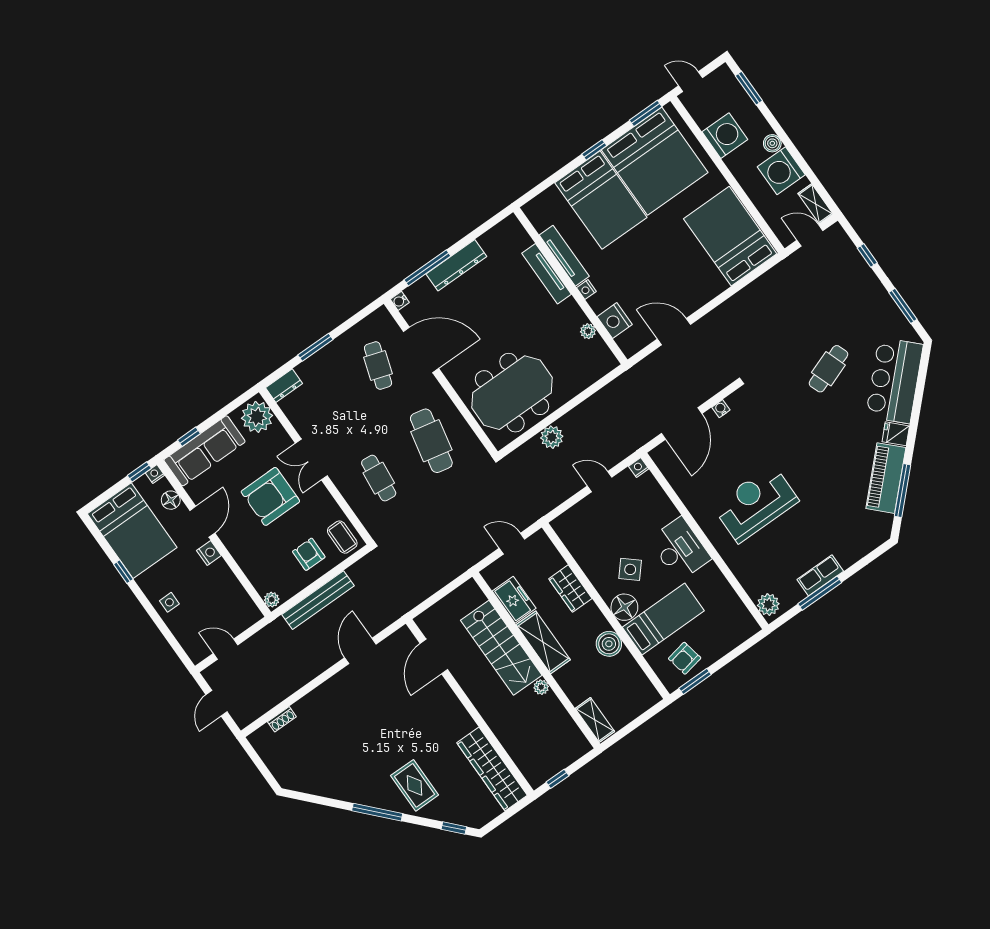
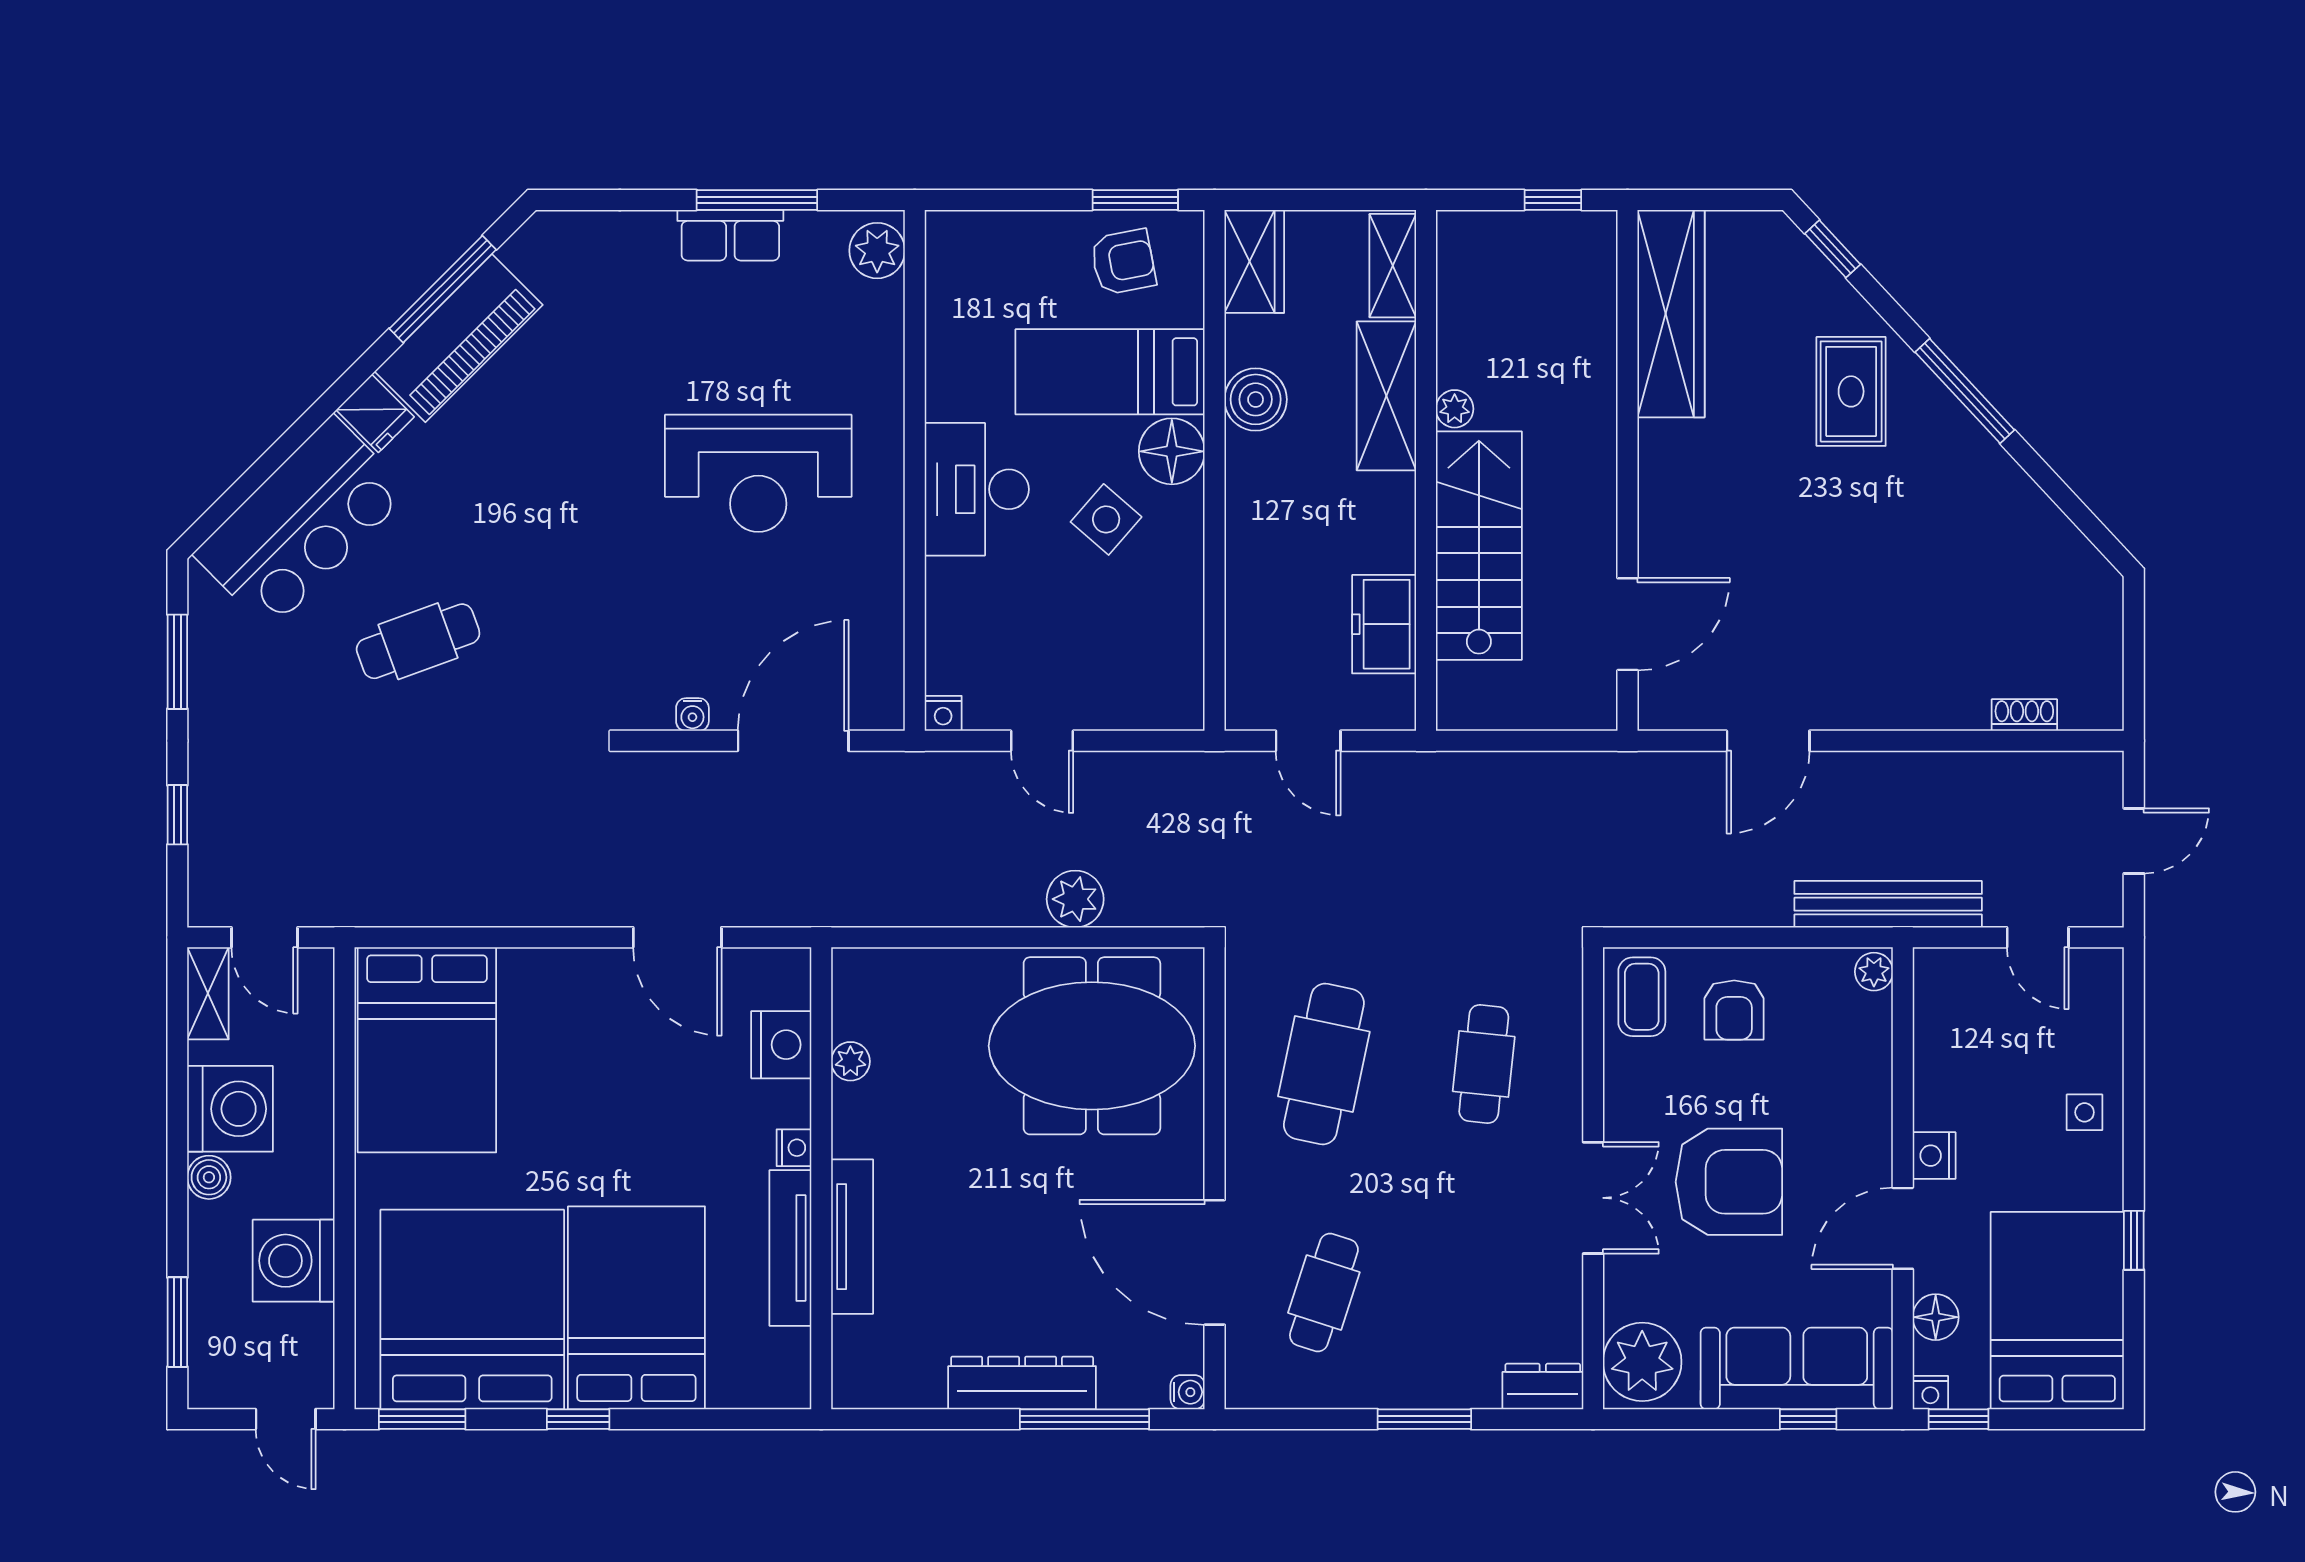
wardrobe: (570, 589) -> (1254, 261), moved
bench: (318, 600) -> (1888, 904), moved
shelving: (543, 642) -> (1386, 396), moved

